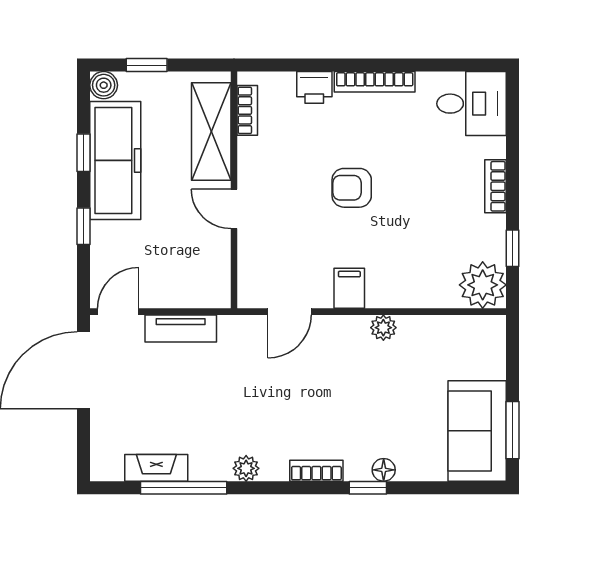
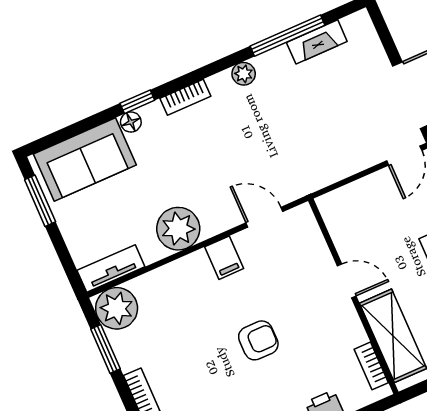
window: (513, 248) -> (105, 349), width x1.50
door: (290, 312) -> (264, 217), hinge flipped
tv unit: (181, 328) -> (111, 268), moved
plant: (383, 328) -> (178, 229), width x1.88, depth x1.88
sofa: (477, 431) -> (85, 160), moved, turned 90

